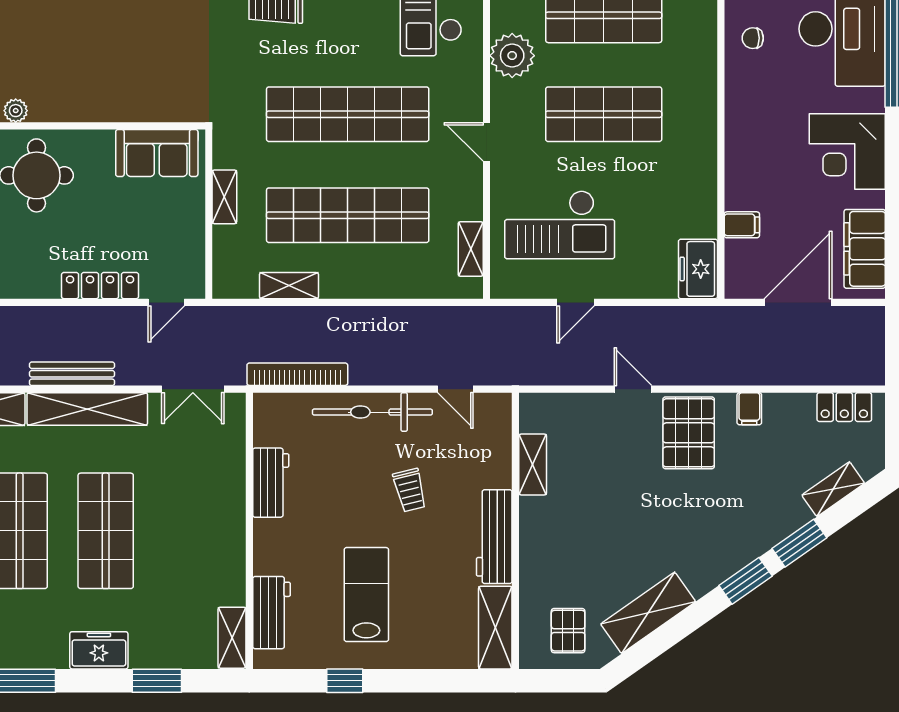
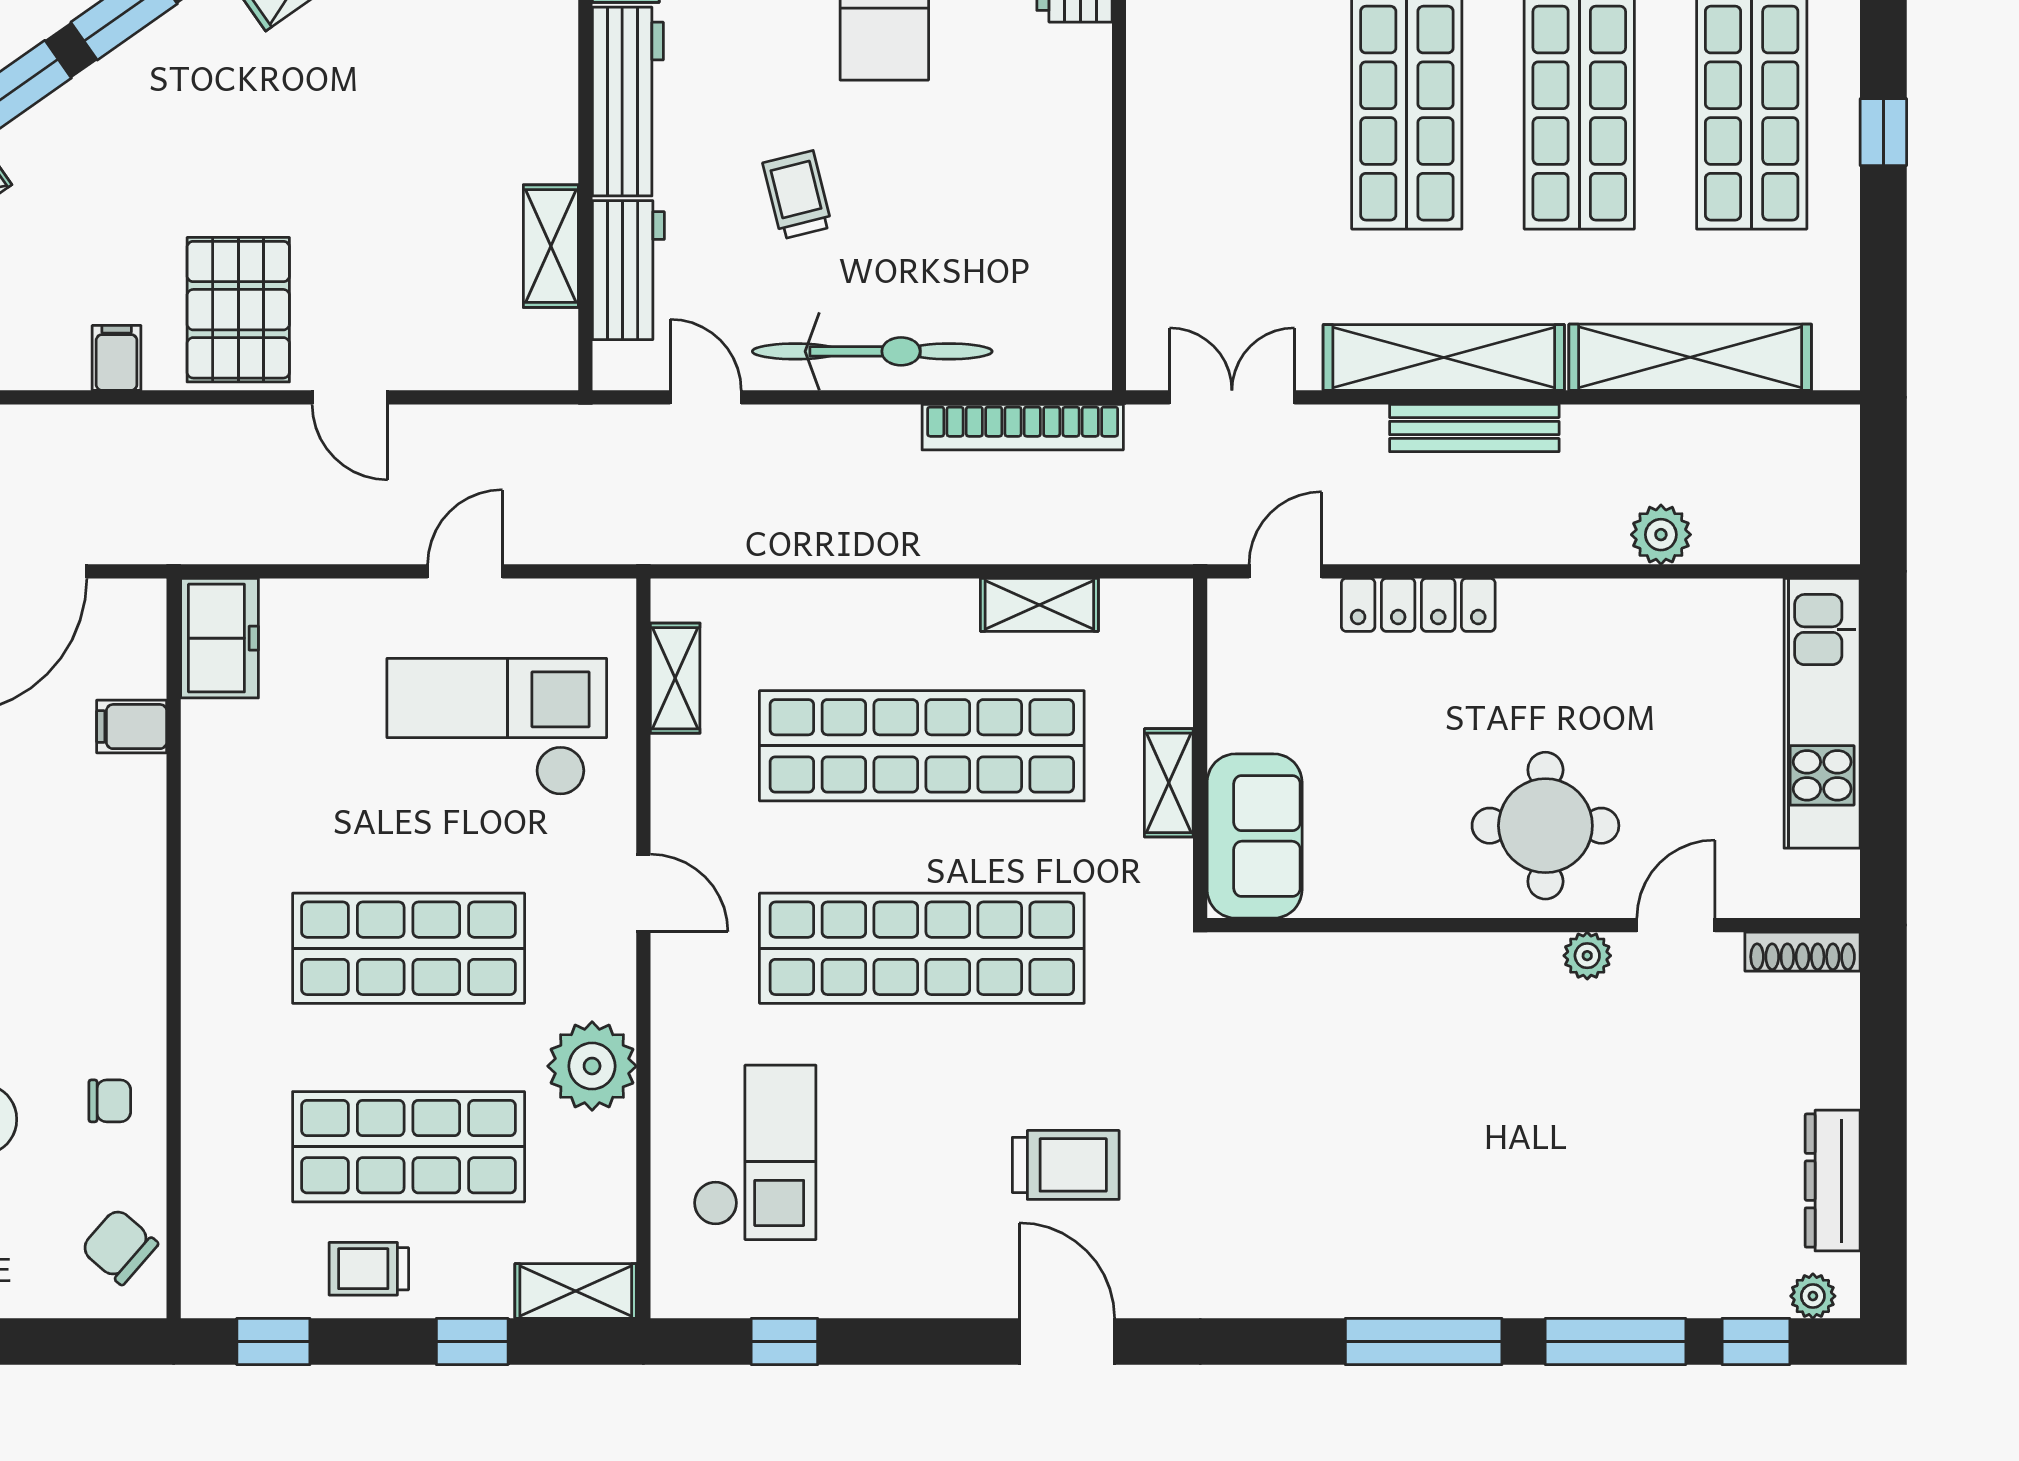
sofa: (157, 153) -> (1255, 836), moved, turned 90
workbench: (271, 483) -> (628, 270), moved, turned 180

